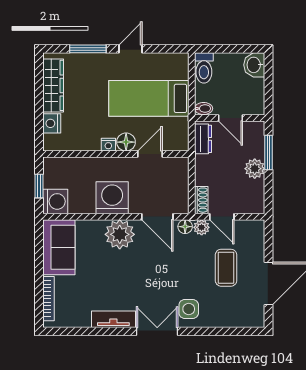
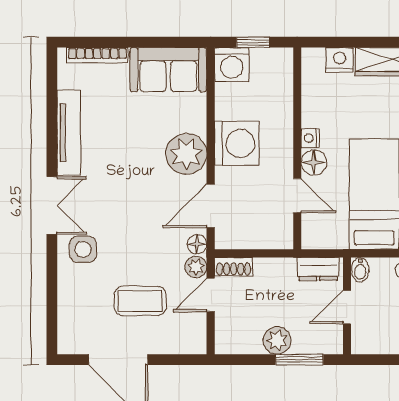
tv unit: (113, 319) -> (69, 133), width x1.41

